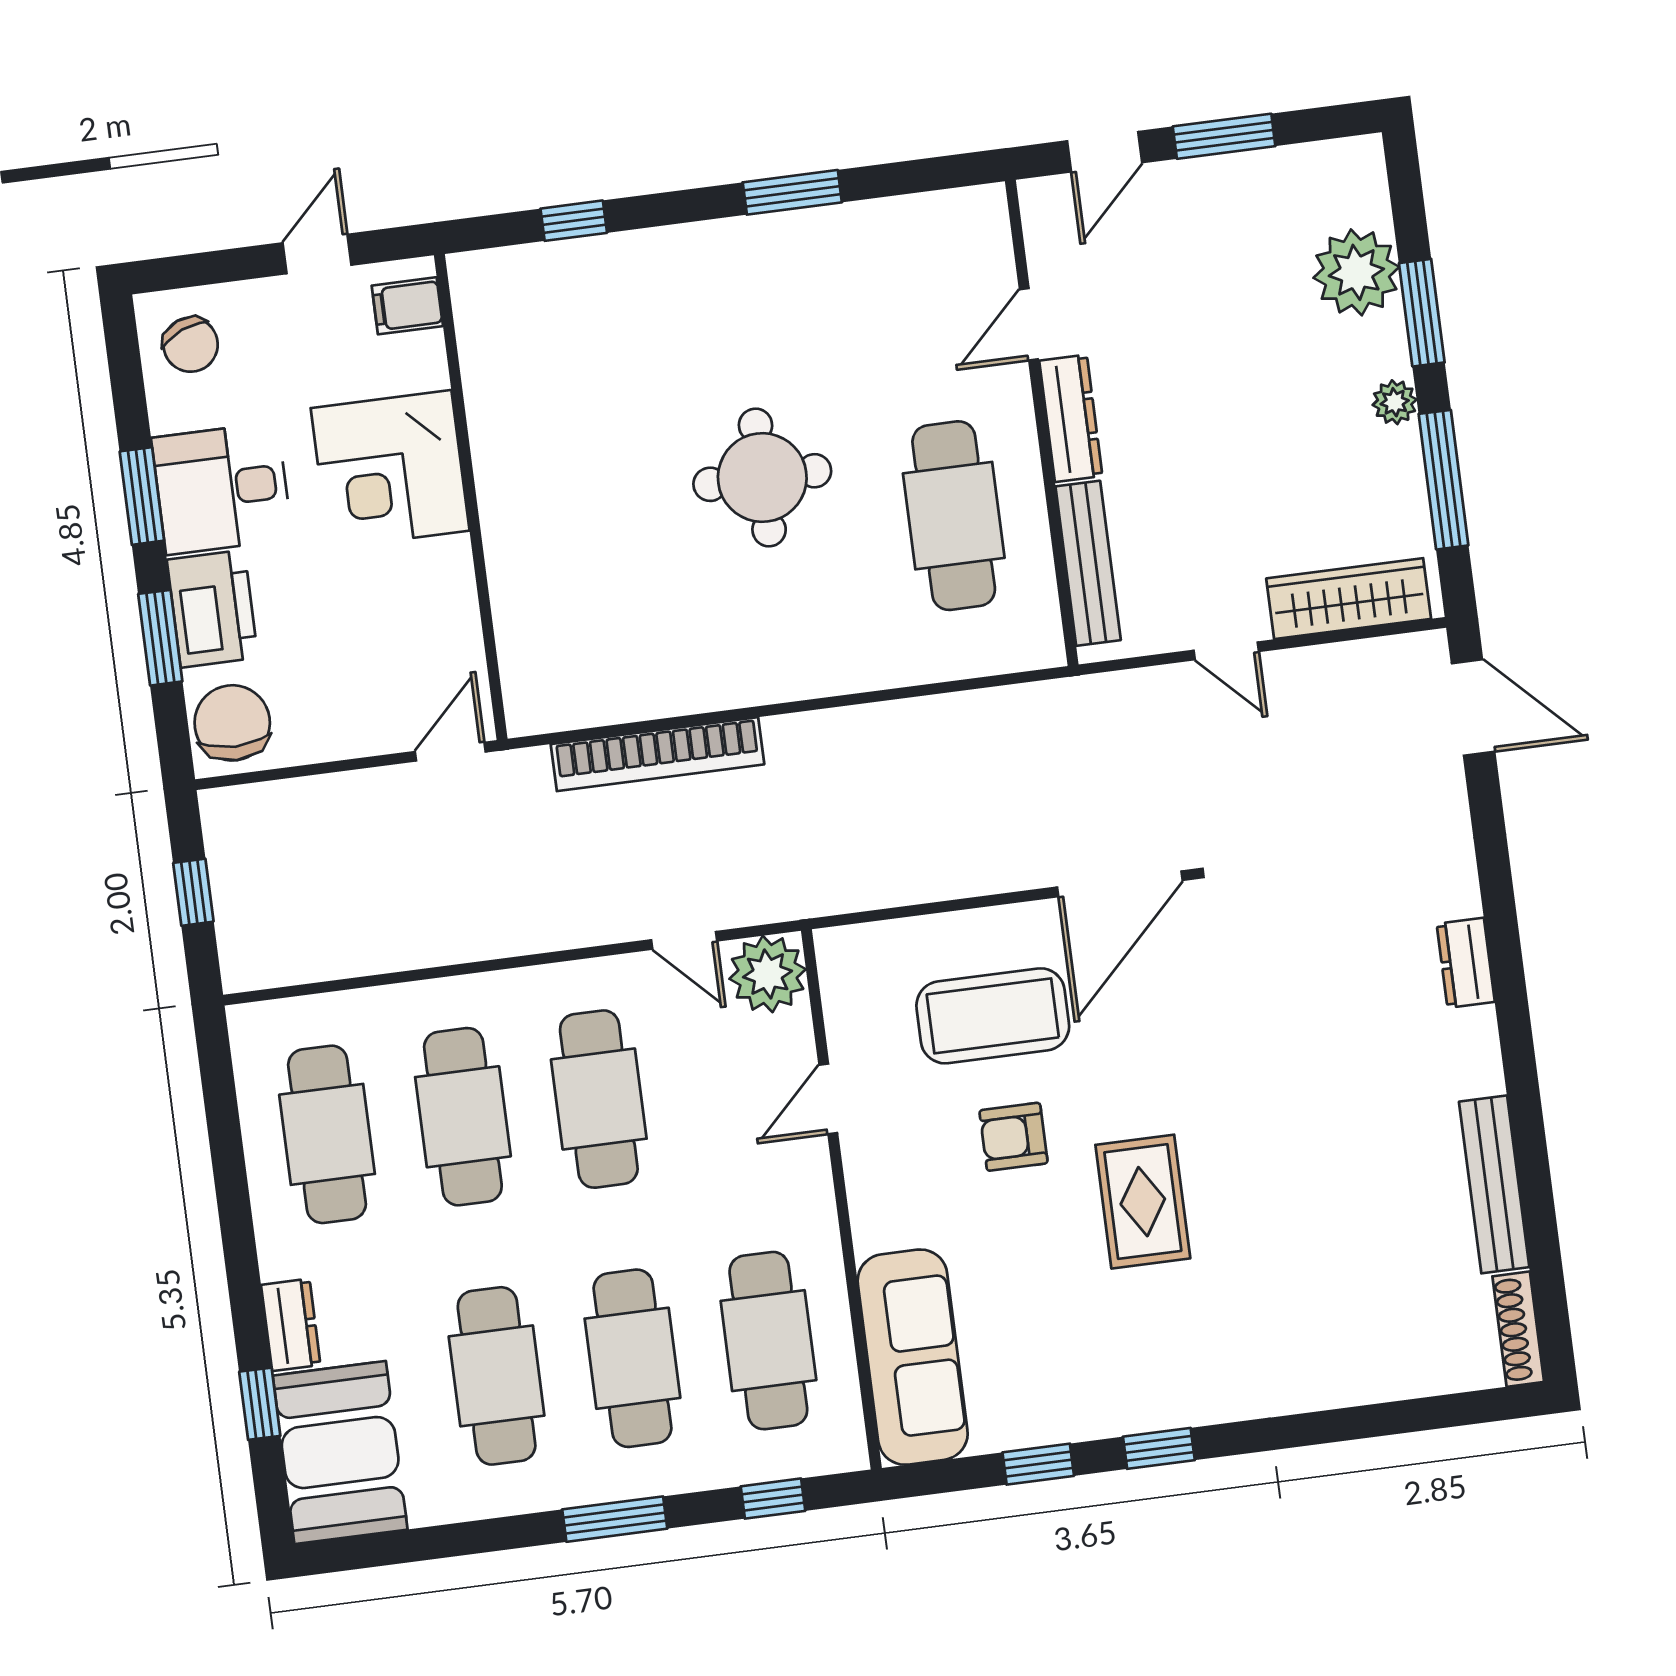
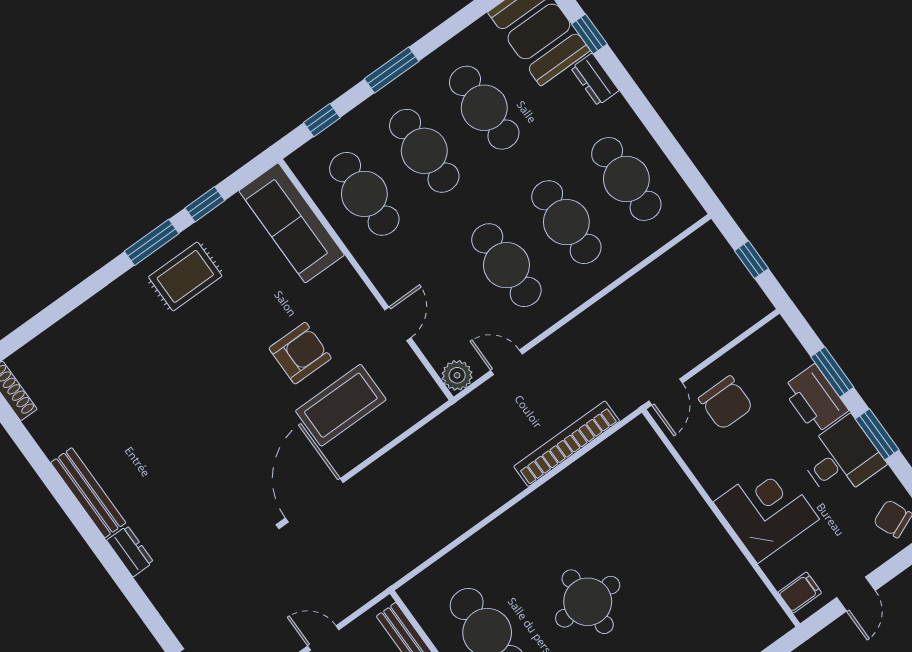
chair: (232, 723) -> (726, 403), moved
plant: (768, 974) -> (457, 375), width x0.73, depth x0.73
armchair: (1013, 1137) -> (300, 353), width x1.38, depth x1.38
bench: (1494, 1184) -> (88, 493), moved
rug: (1143, 1202) -> (185, 276), moved, turned 90
window: (1159, 1448) -> (152, 242), width x1.50

